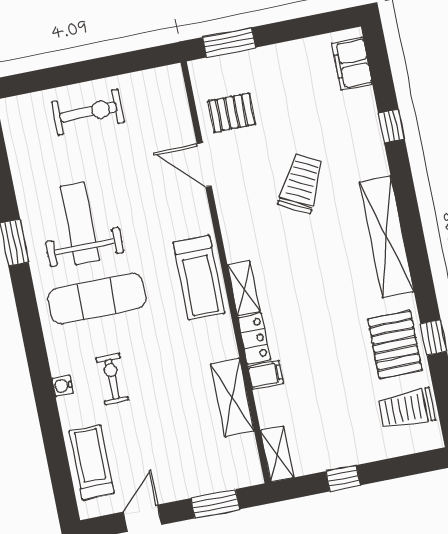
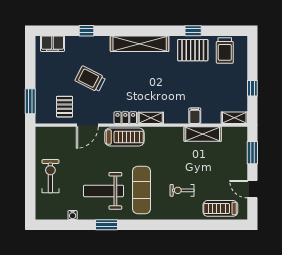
trolley: (301, 183) -> (90, 79), moved
treadmill: (199, 278) -> (124, 137), moved
locker: (254, 339) -> (125, 118), moved
water cooler: (63, 386) -> (73, 215), moved

